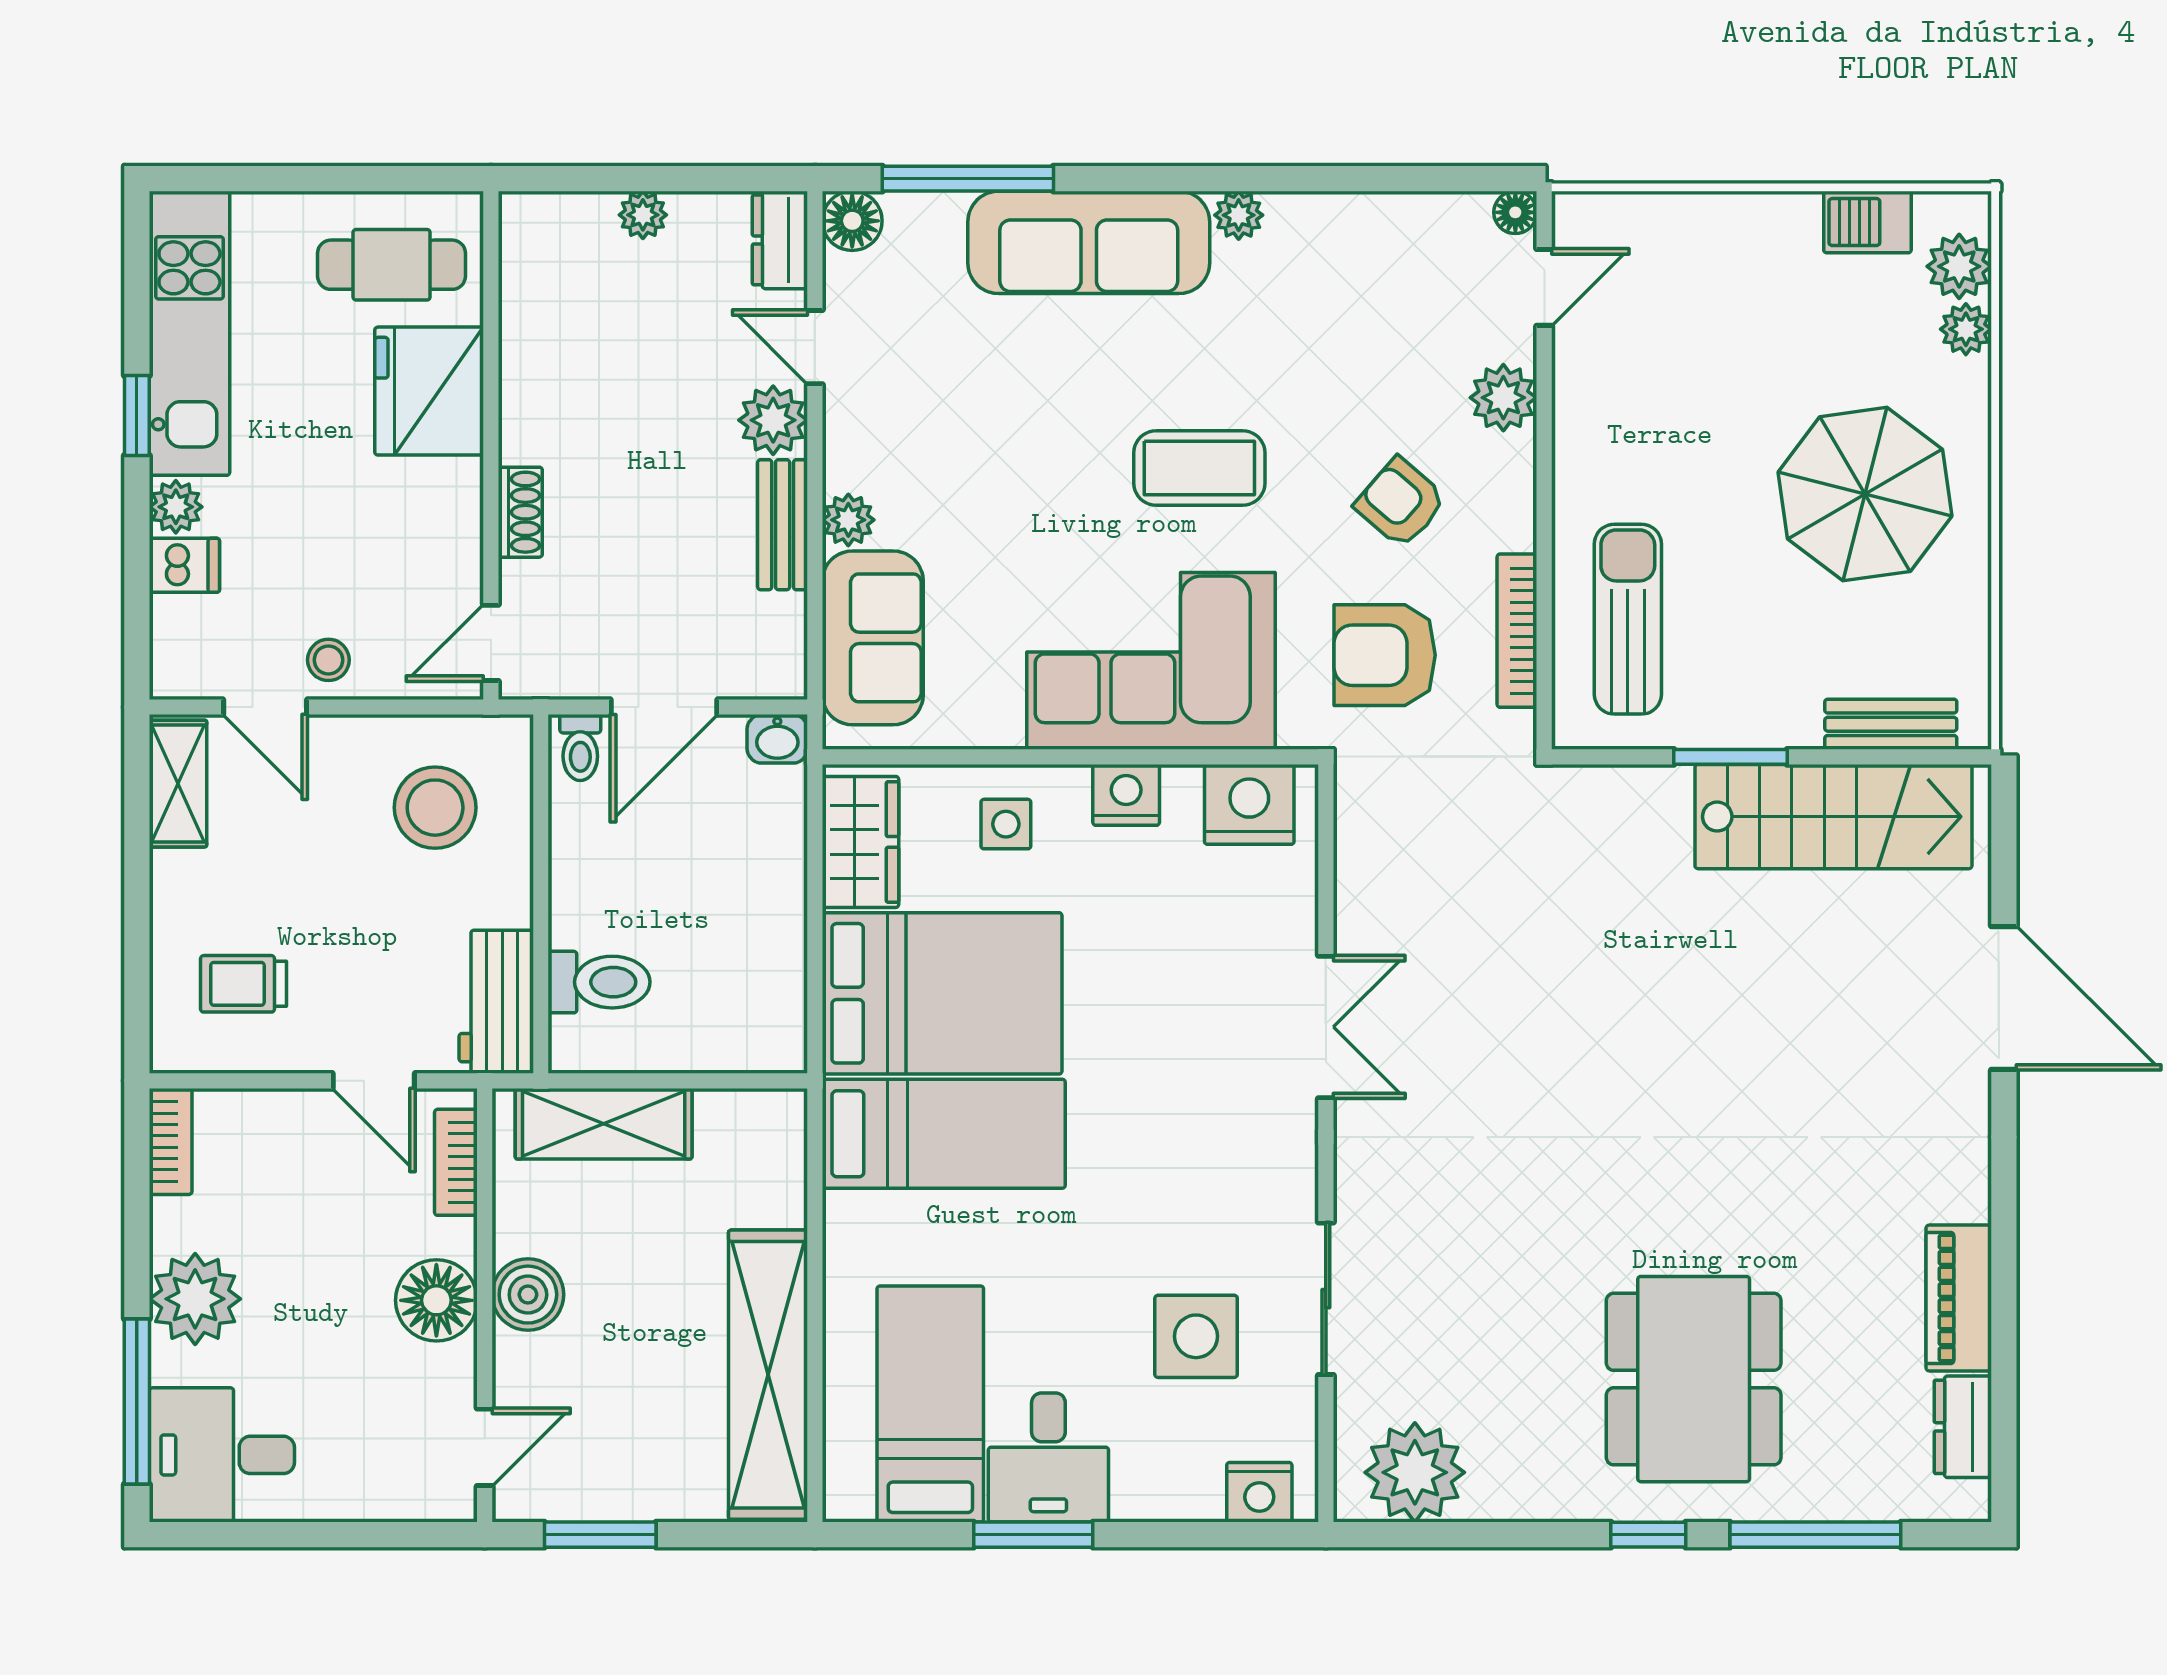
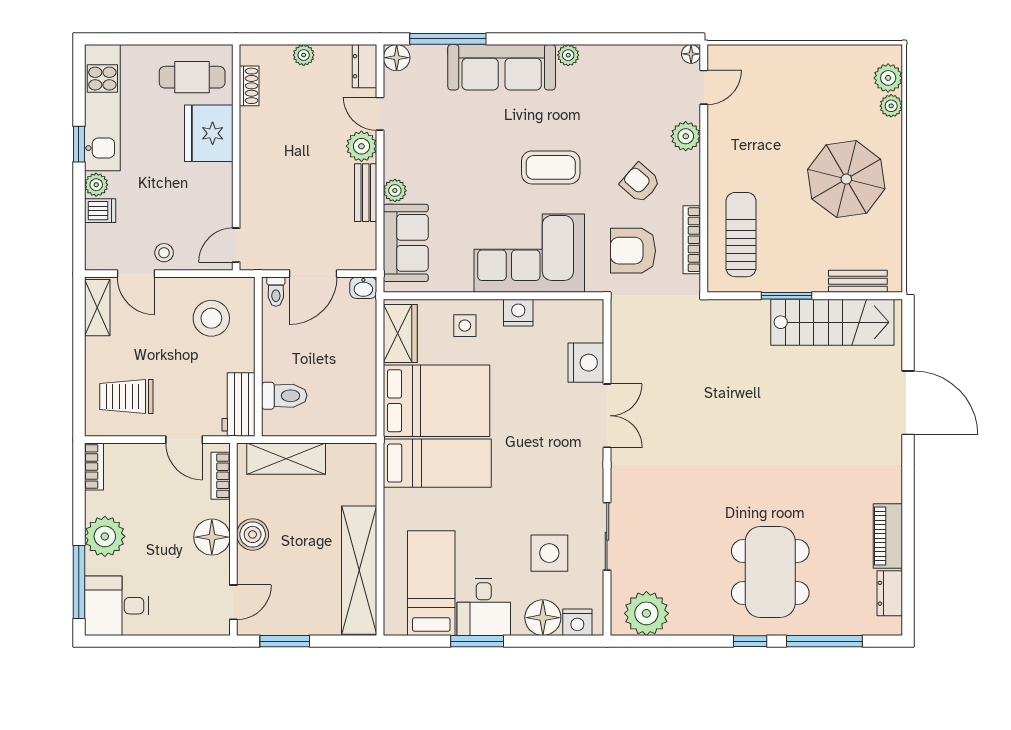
barbecue: (1867, 222) -> (847, 58), removed
shoe rack: (520, 512) -> (249, 86), moved
nightstand: (1249, 804) -> (586, 363), moved, turned 90
trolley: (243, 984) -> (126, 397), width x1.36, depth x1.39
floor lamp: (1182, 1482) -> (543, 618), added

